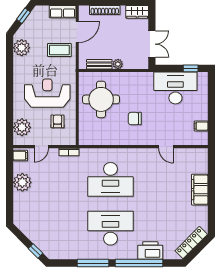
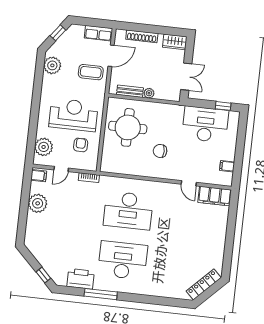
filing cabinet: (200, 190) -> (215, 196), moved, turned -90
printer: (150, 251) -> (81, 279), moved
window: (139, 263) -> (148, 299), removed

